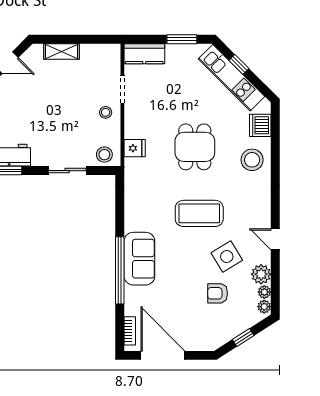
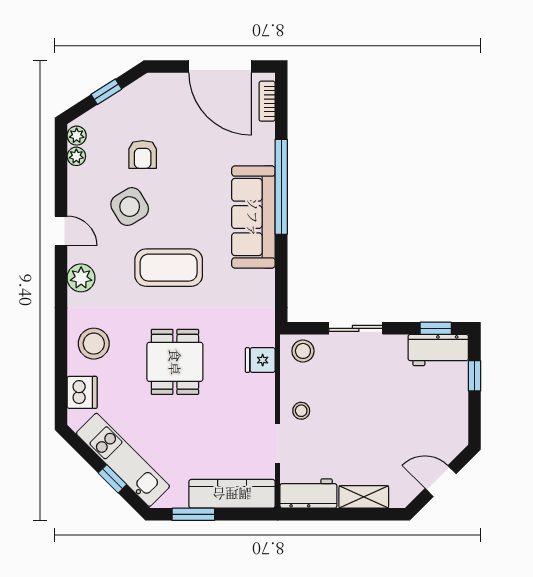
workbench: (101, 54) -> (308, 494), added
kitchen counter: (144, 54) -> (232, 494), width x1.50
sofa: (139, 259) -> (253, 217), width x1.36
plant: (261, 274) -> (81, 278), moved
armchair: (218, 293) -> (143, 154), turned 90

